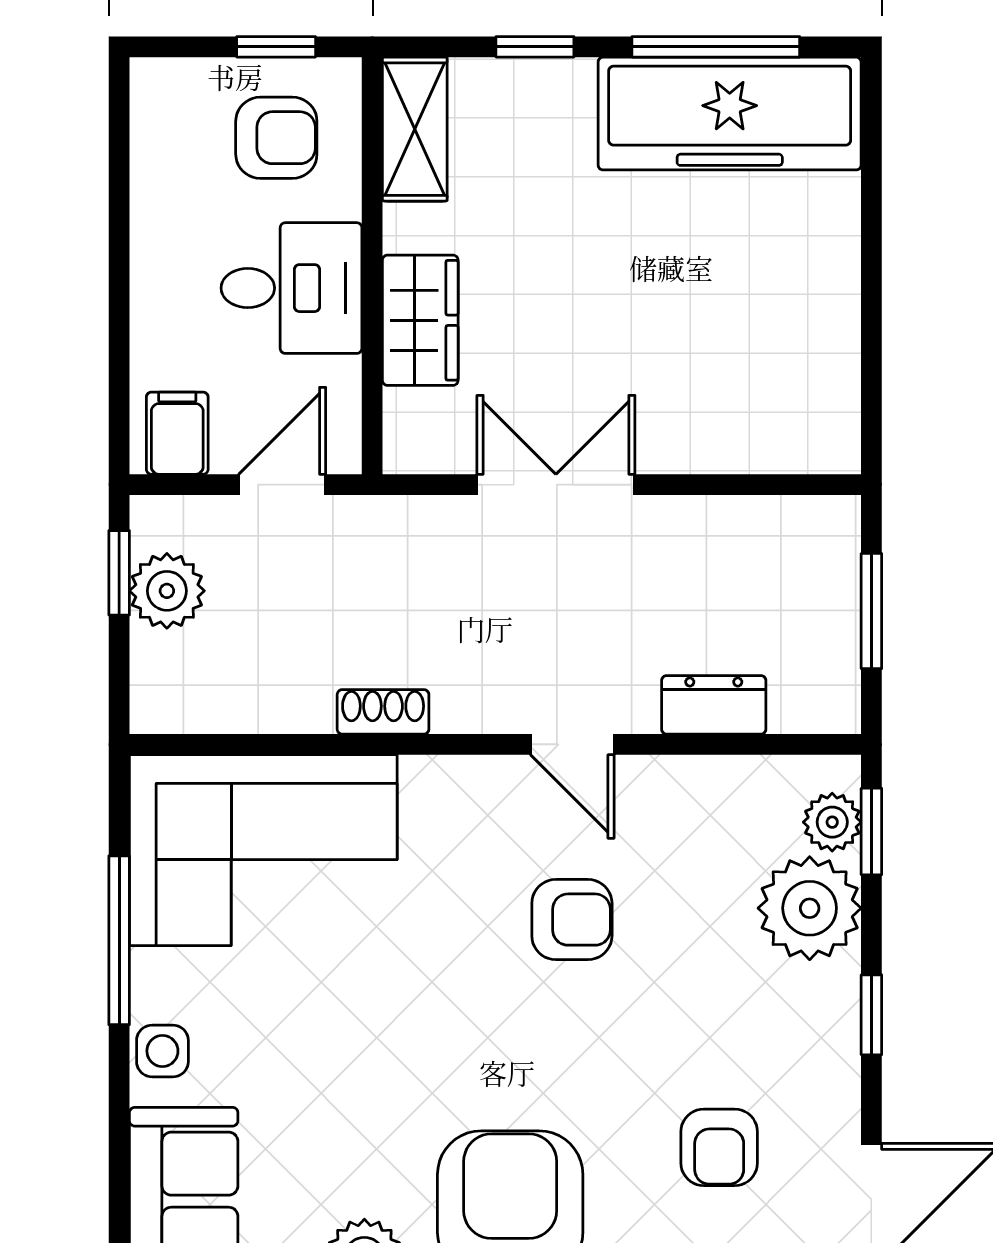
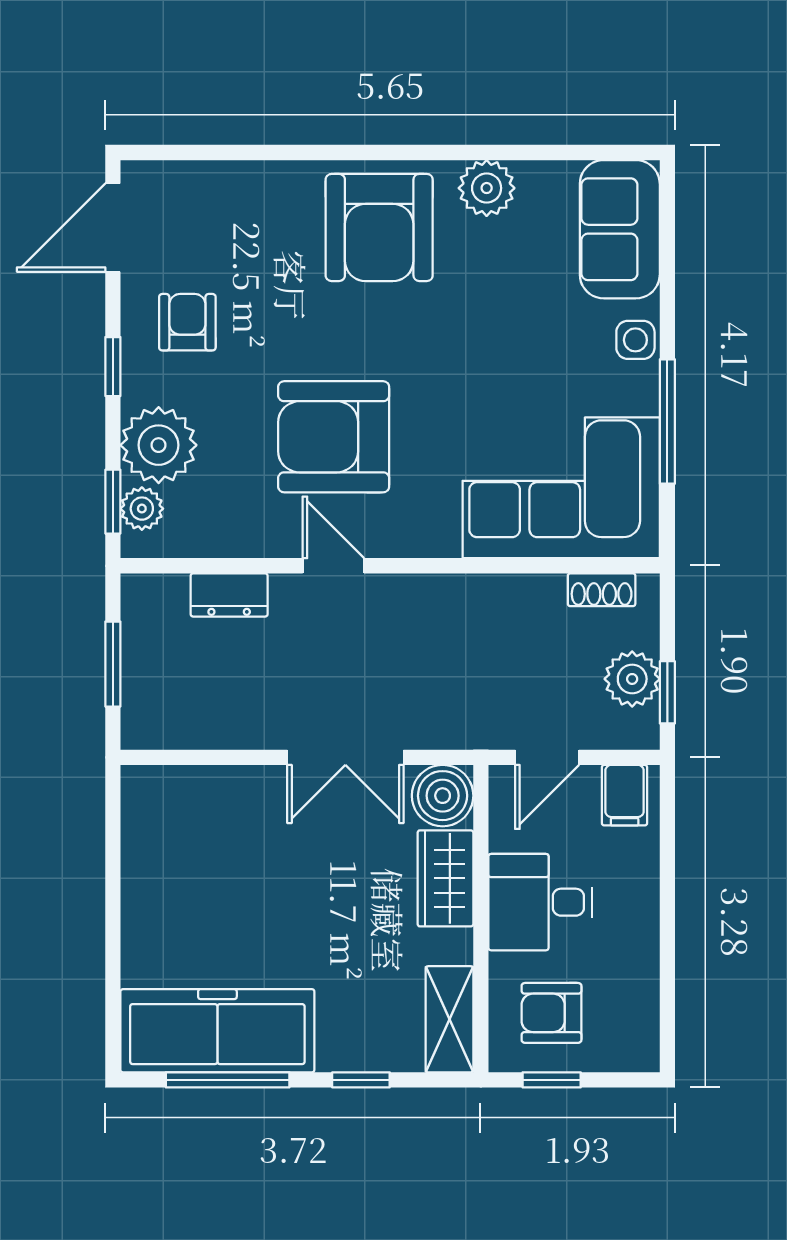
boiler: (424, 433) -> (443, 796), added
shoe rack: (383, 712) -> (602, 590), moved
armchair: (572, 920) -> (334, 437), width x1.88, depth x1.88
armchair: (719, 1147) -> (187, 322), moved

